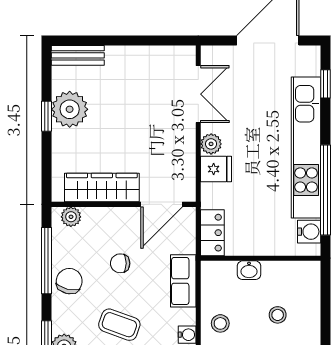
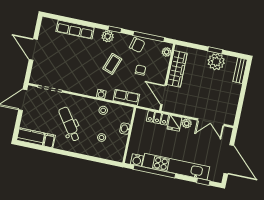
locker: (212, 233) -> (157, 118), moved

